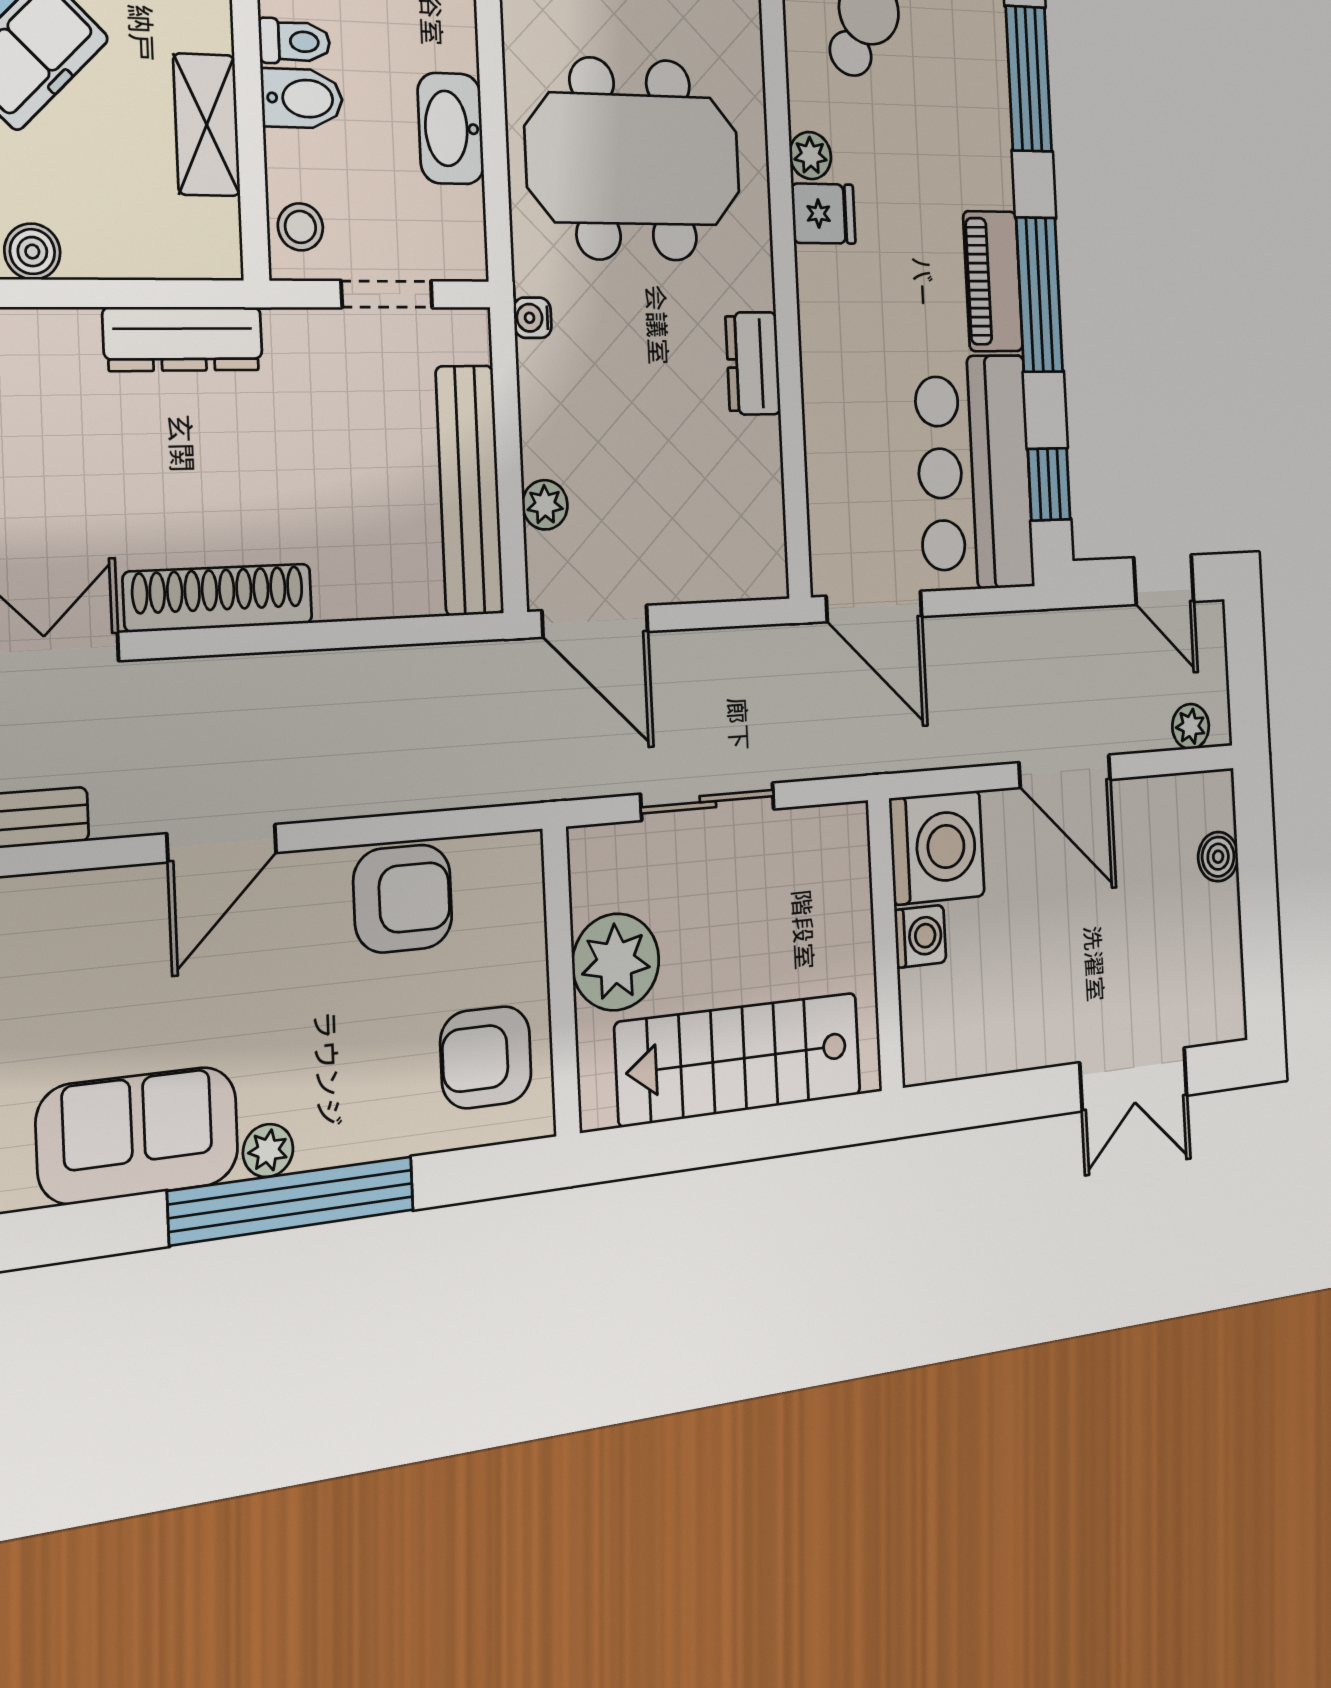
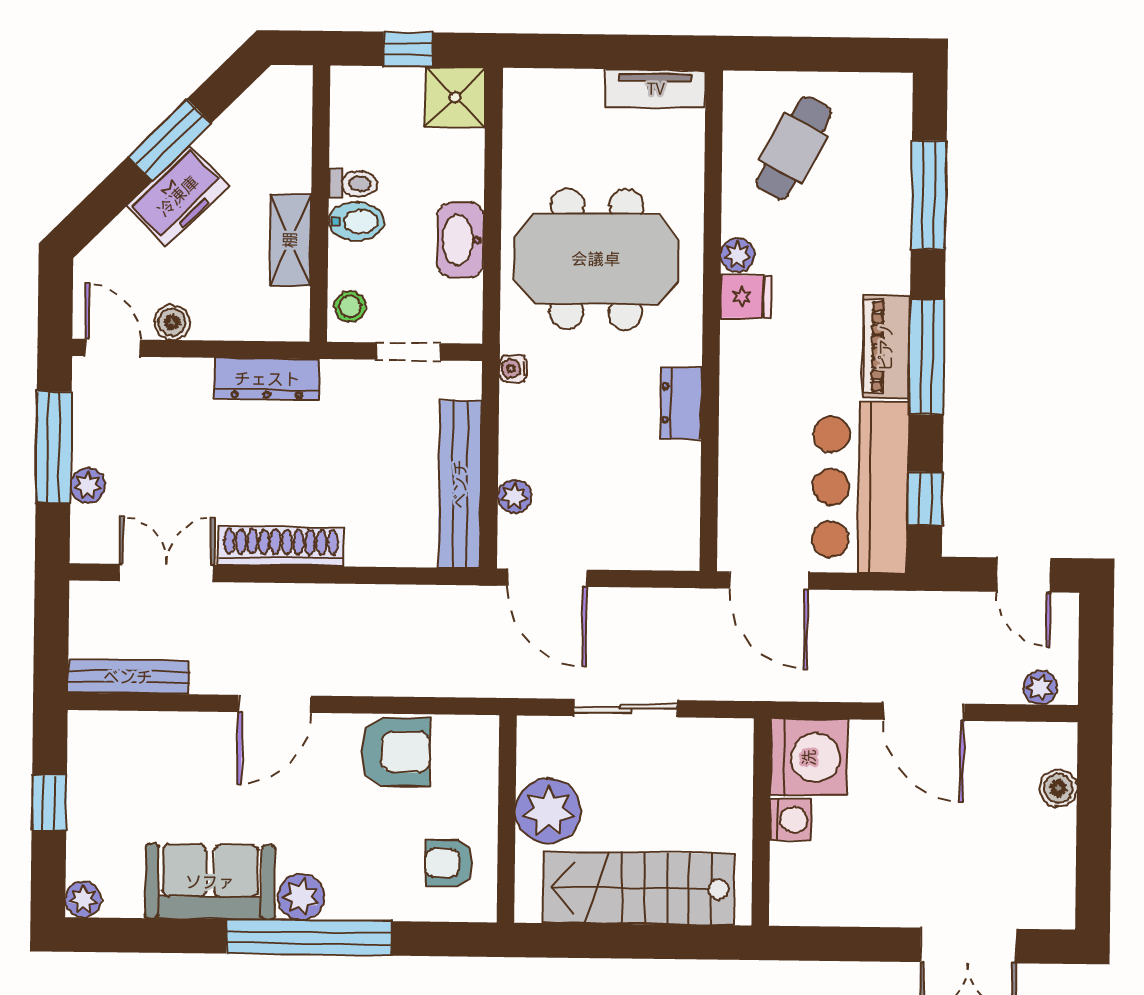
armchair: (486, 1057) -> (449, 863), width x0.72, depth x0.72
plant: (268, 1151) -> (301, 897), width x1.38, depth x1.38

